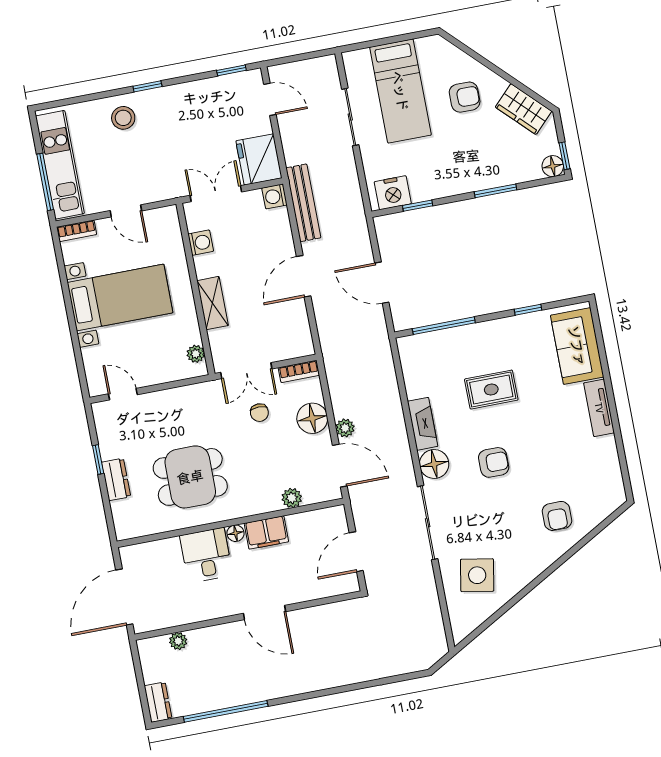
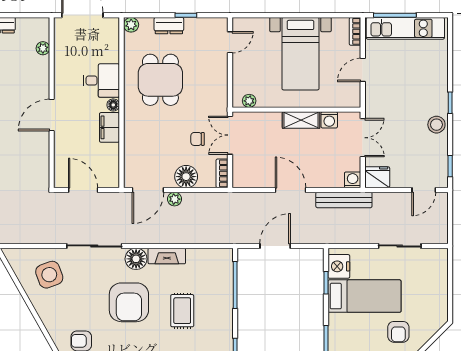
bed: (400, 91) -> (364, 296), moved, turned 180
stool: (123, 118) -> (436, 125), moved
fridge: (259, 159) -> (377, 177), width x0.73, depth x0.75
shelving: (213, 303) -> (301, 120), moved
armchair: (494, 462) -> (129, 302), width x1.88, depth x1.88
plant: (292, 498) -> (131, 25), moved
side table: (477, 575) -> (49, 275), turned -30

